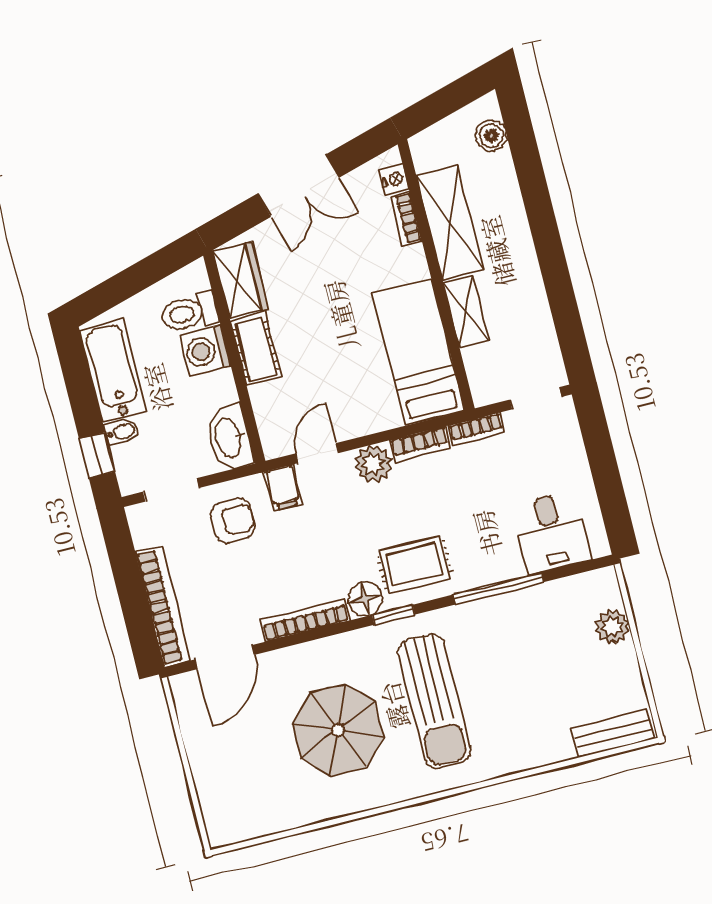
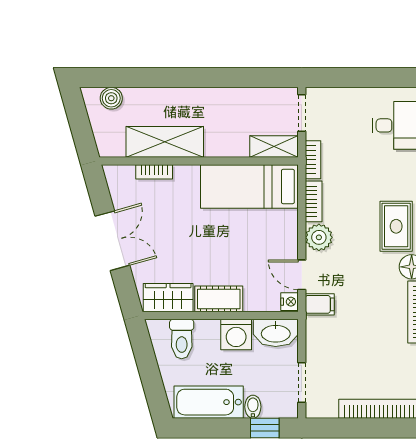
nightstand: (394, 179) -> (290, 302), moved, turned 90
shelving: (466, 312) -> (274, 146), moved
washing machine: (205, 351) -> (236, 335), moved
armchair: (233, 521) -> (334, 345), removed

